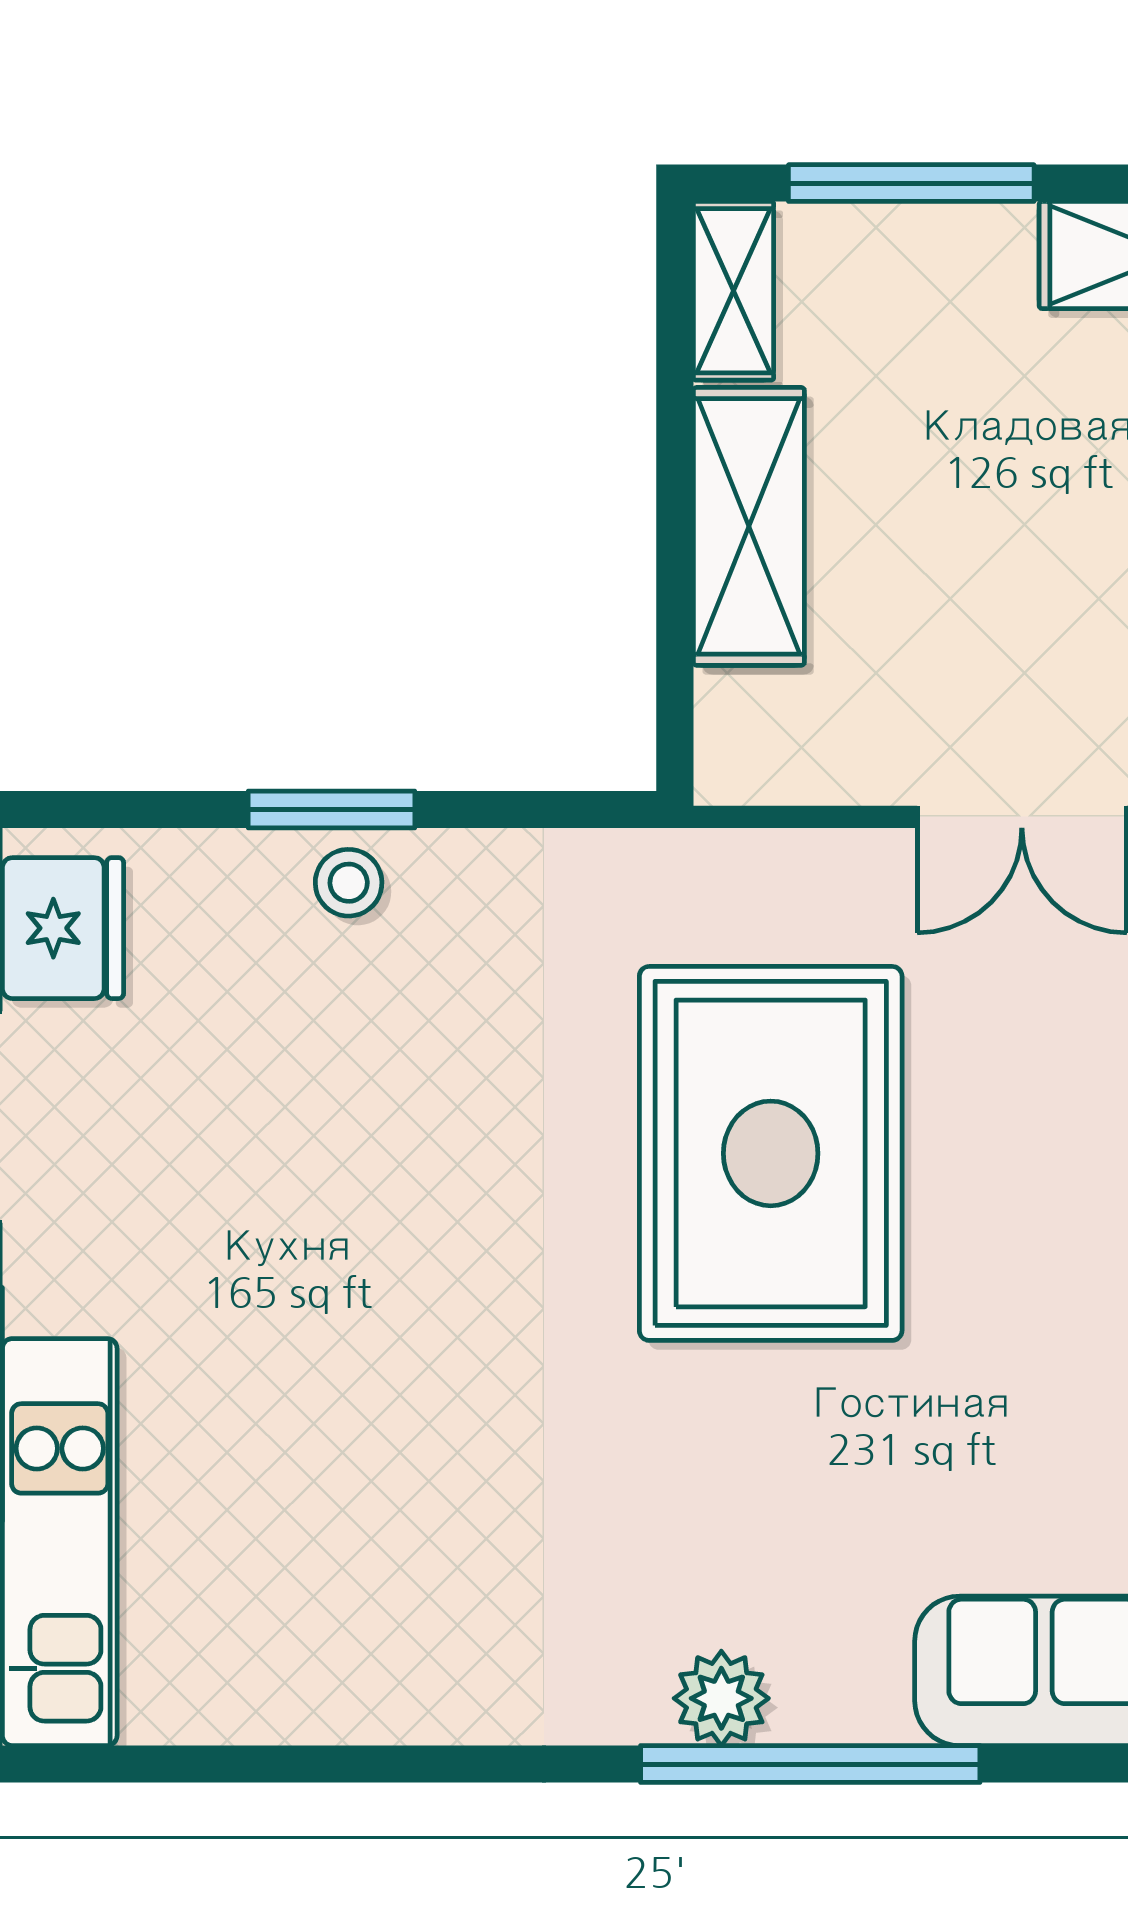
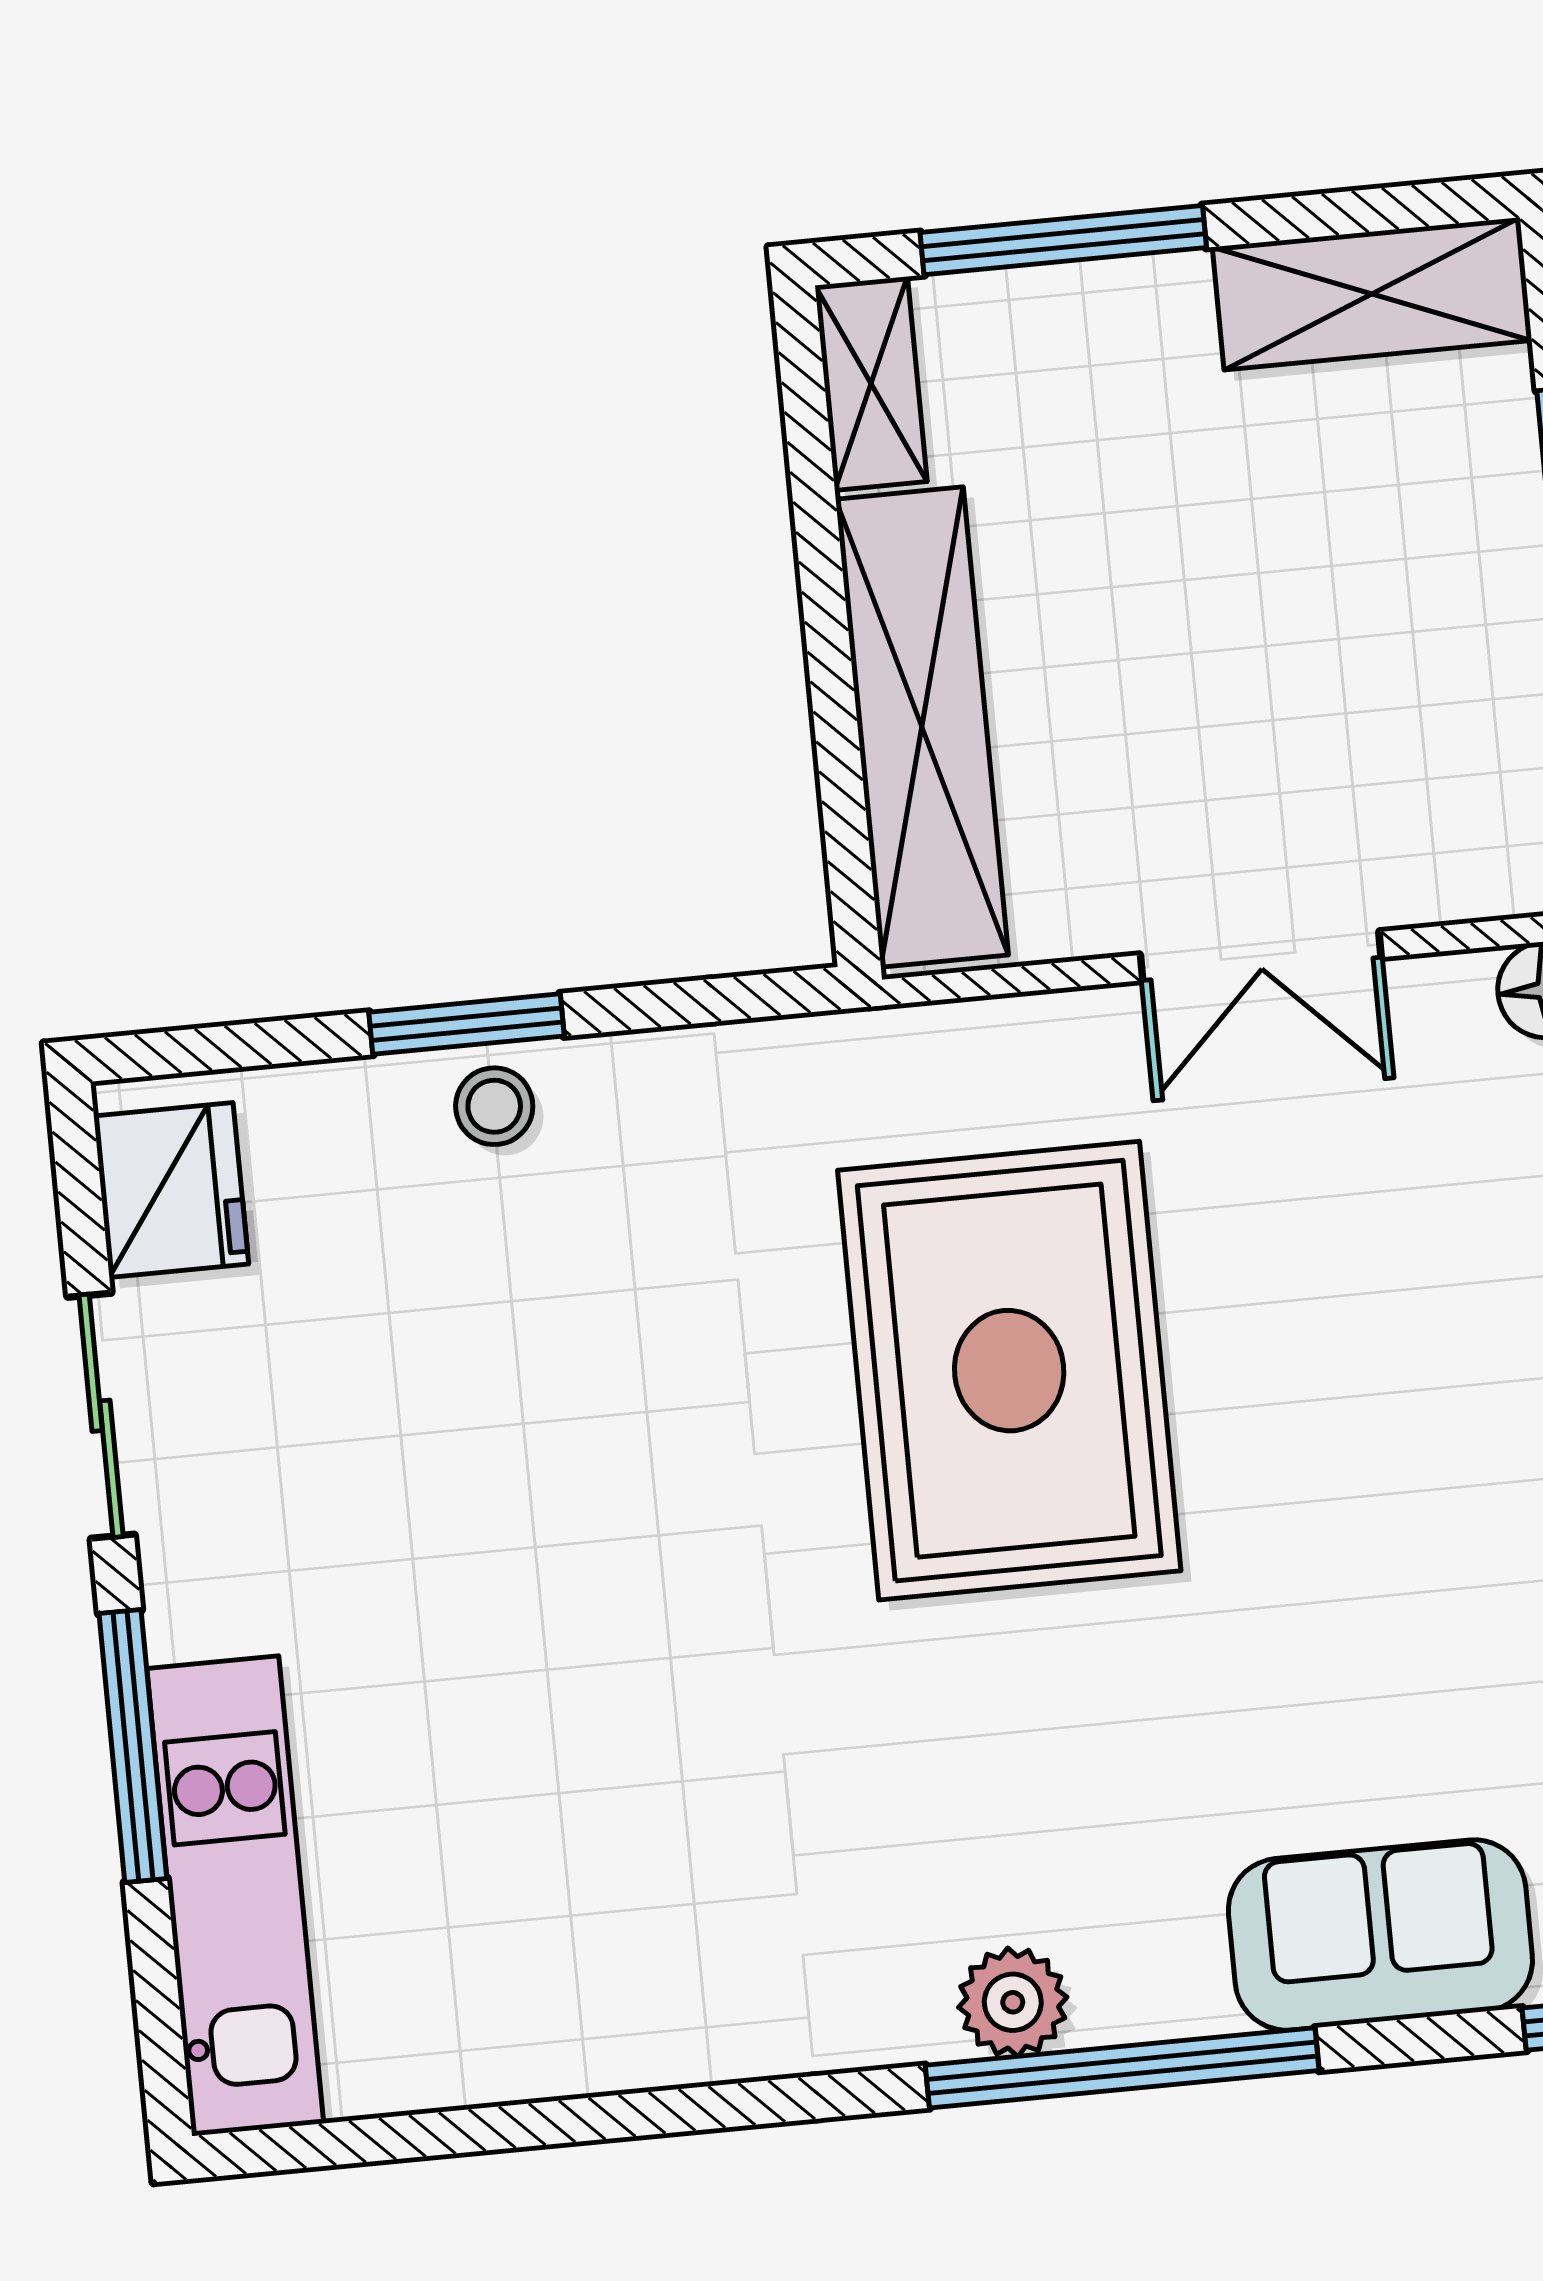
shelving: (749, 526) -> (922, 727), width x1.47

